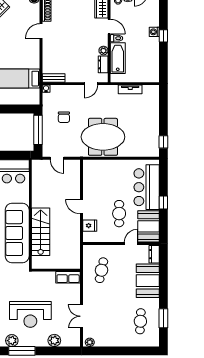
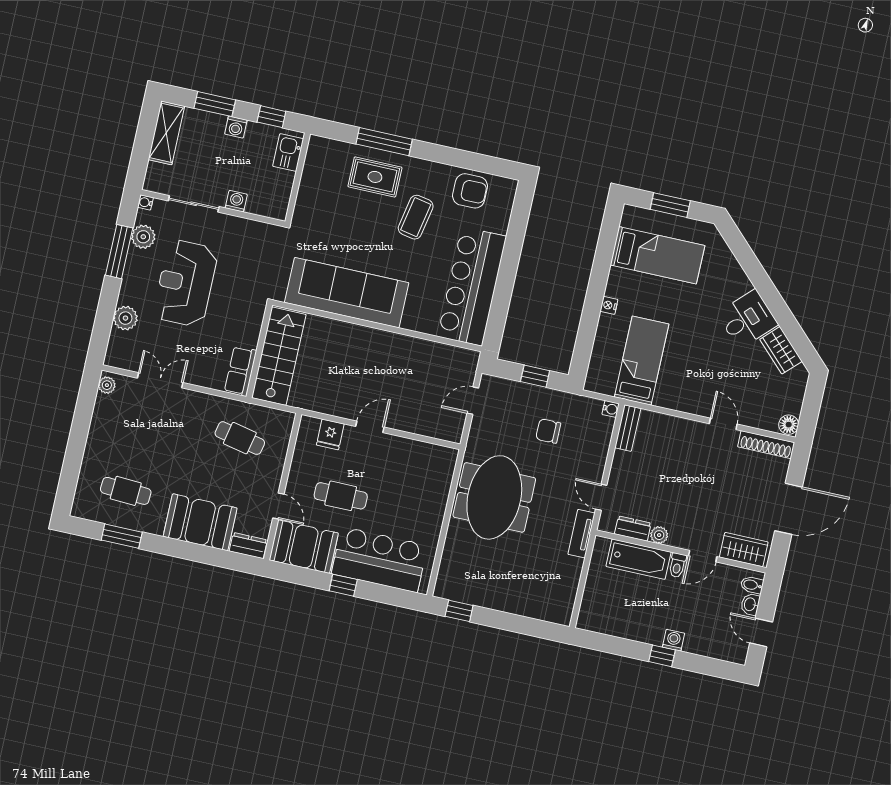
tv unit: (130, 89) -> (581, 534), moved
window: (38, 130) -> (535, 376), width x0.46
stairs: (41, 232) -> (279, 356), moved, turned -90

